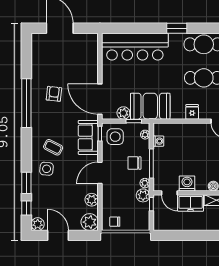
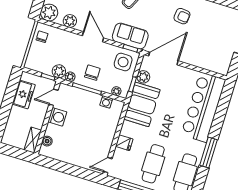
window: (177, 28) -> (209, 153), width x1.44
freezer: (191, 203) -> (24, 94), moved, turned 180

